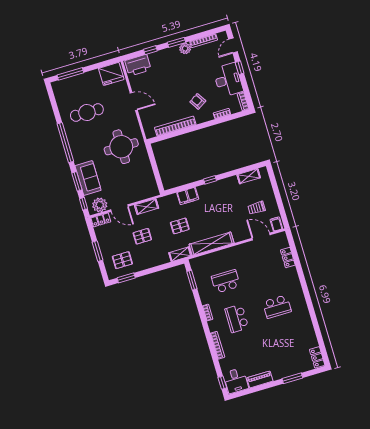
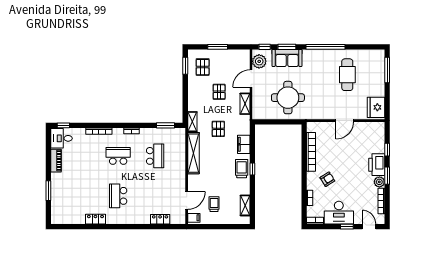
printer: (138, 65) -> (377, 165), moved
round table: (121, 147) -> (288, 98), moved
trolley: (213, 191) -> (242, 169), added
locker: (101, 220) -> (245, 58), removed
locker: (317, 357) -> (95, 219), moved

